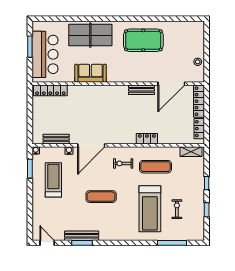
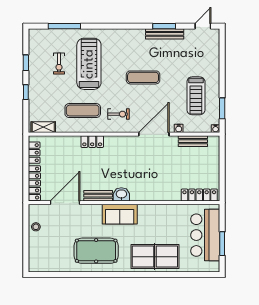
sofa: (90, 73) -> (120, 214), moved
washbasin: (121, 91) -> (121, 194), added
door: (47, 243) -> (203, 26), swing flipped

